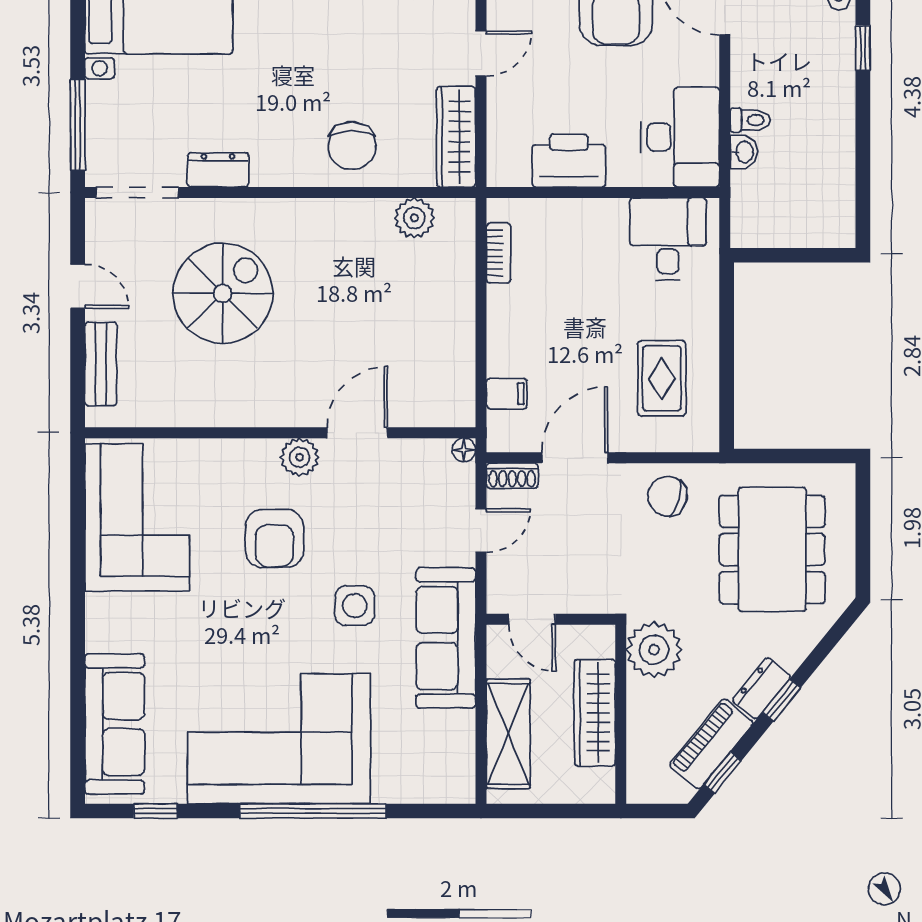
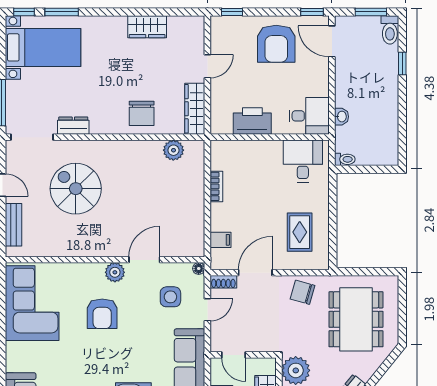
toilet: (750, 120) -> (345, 159), moved
desk: (680, 137) -> (309, 116), width x0.73
bookcase: (498, 253) -> (216, 186), moved
spiral stairs: (223, 293) -> (76, 189), turned -90
side table: (355, 606) -> (170, 297), moved

